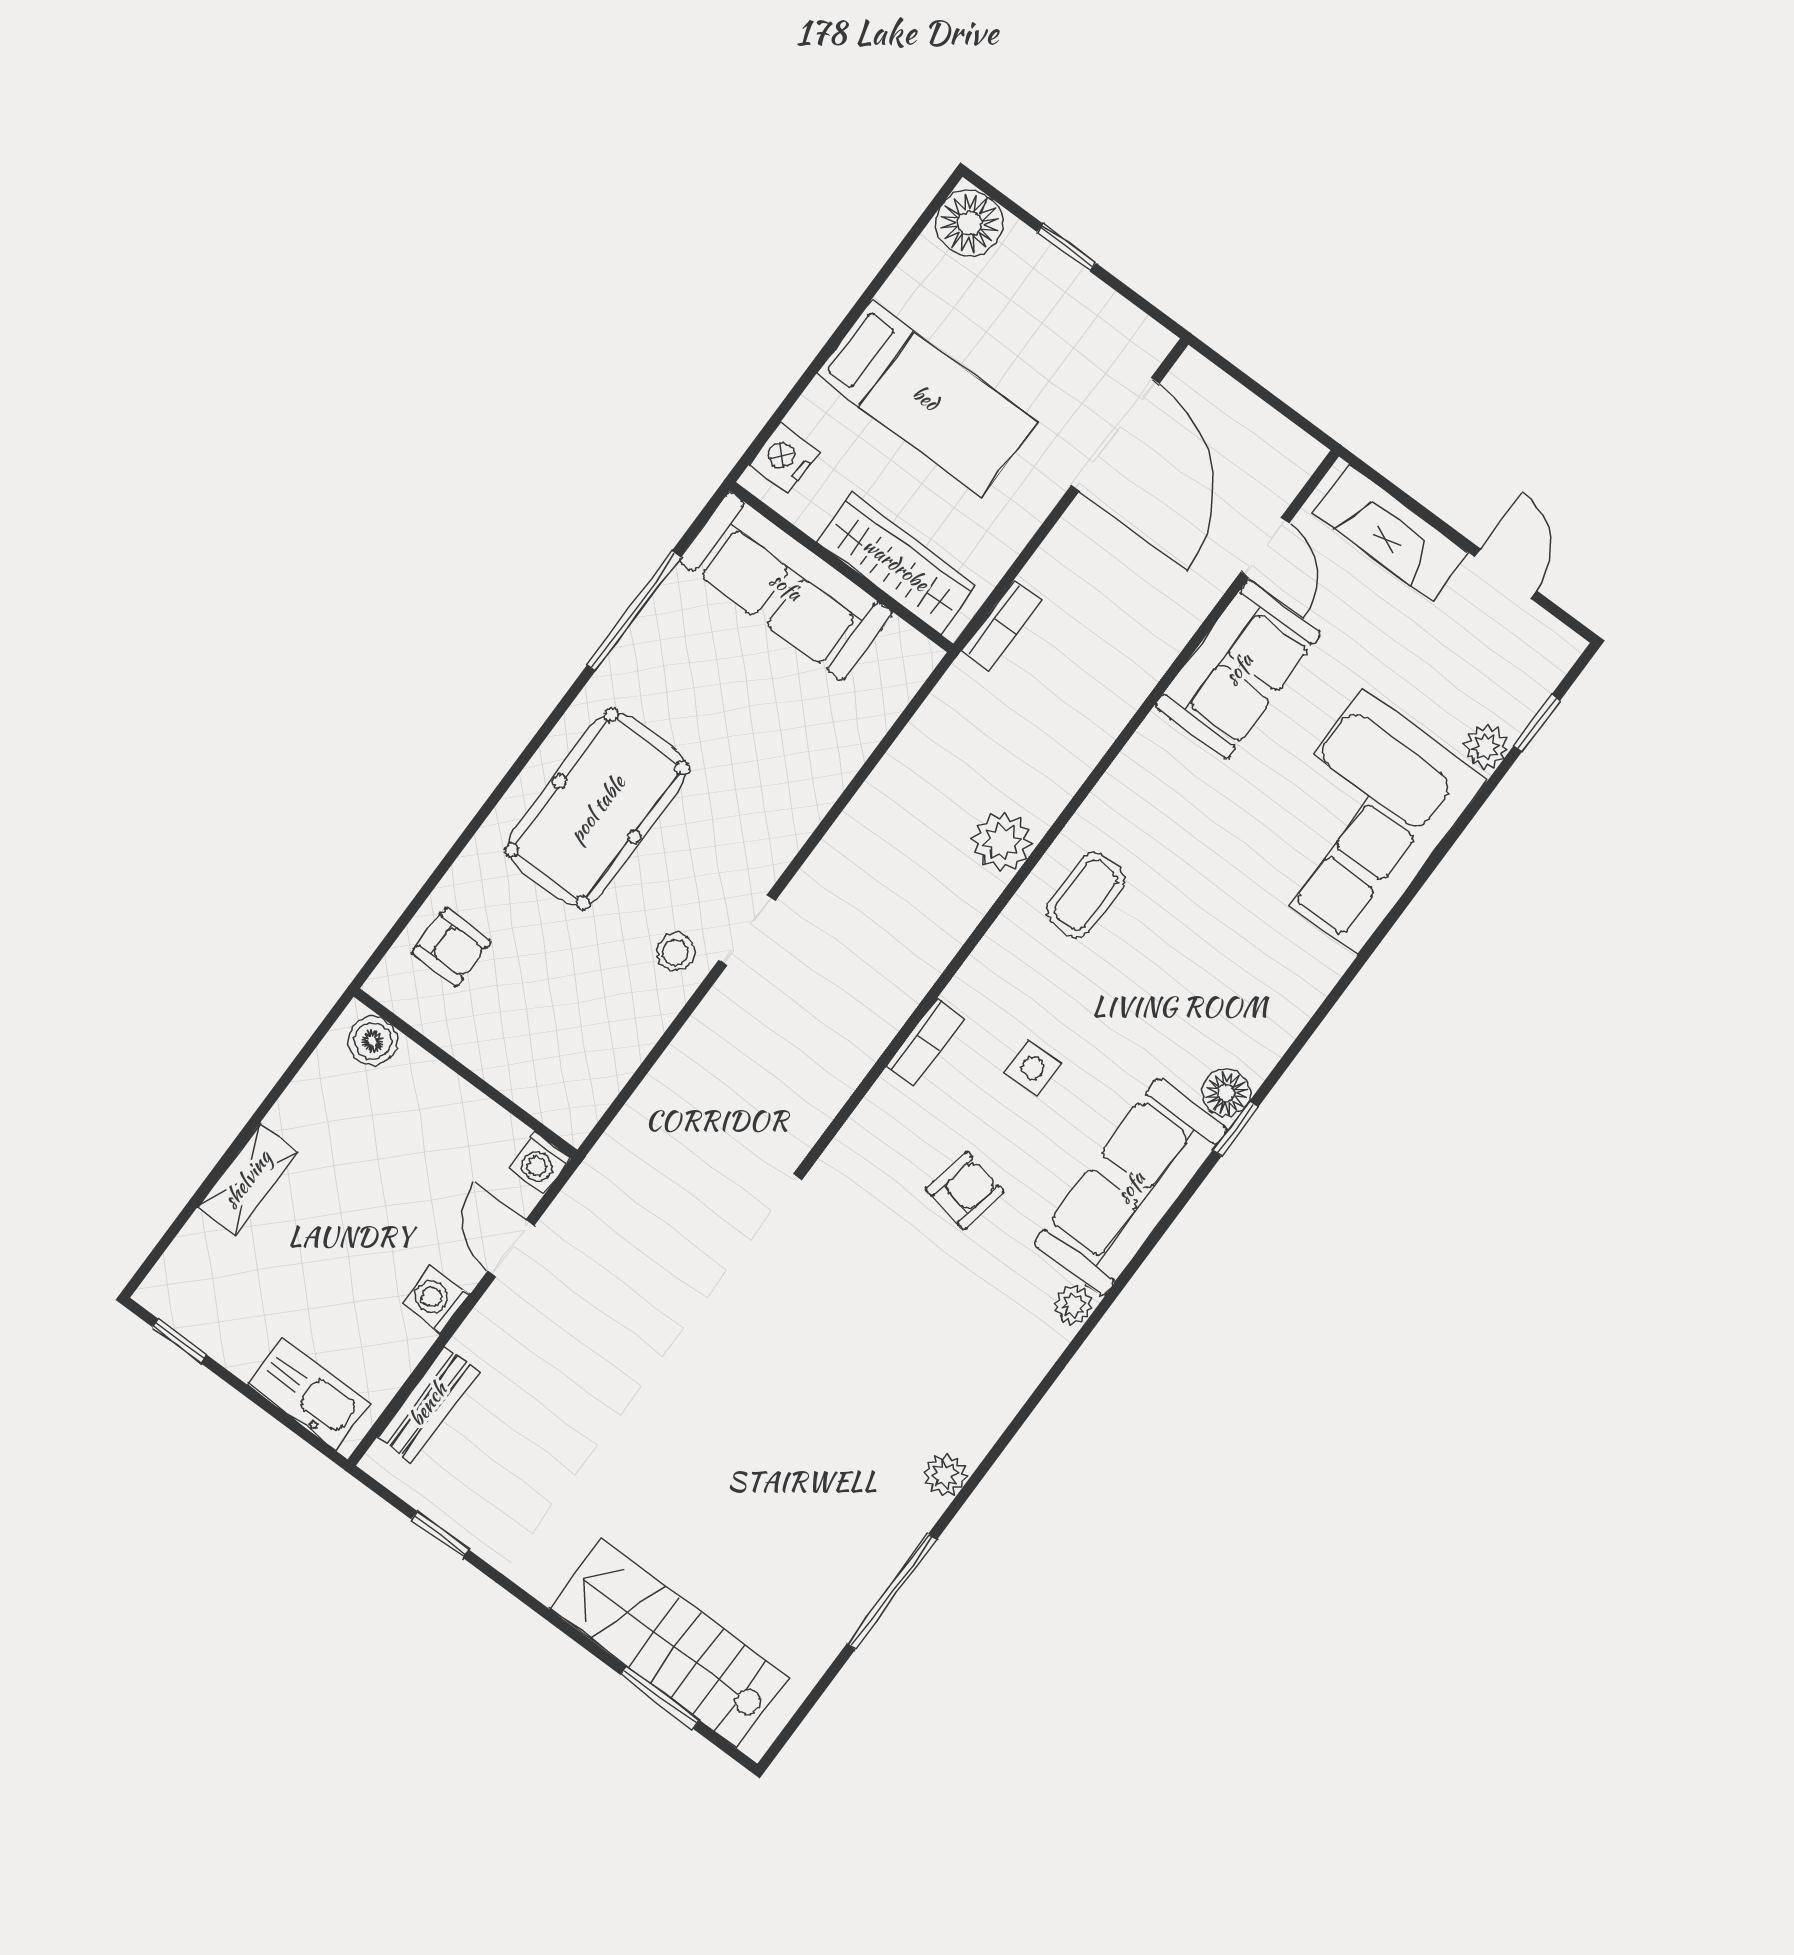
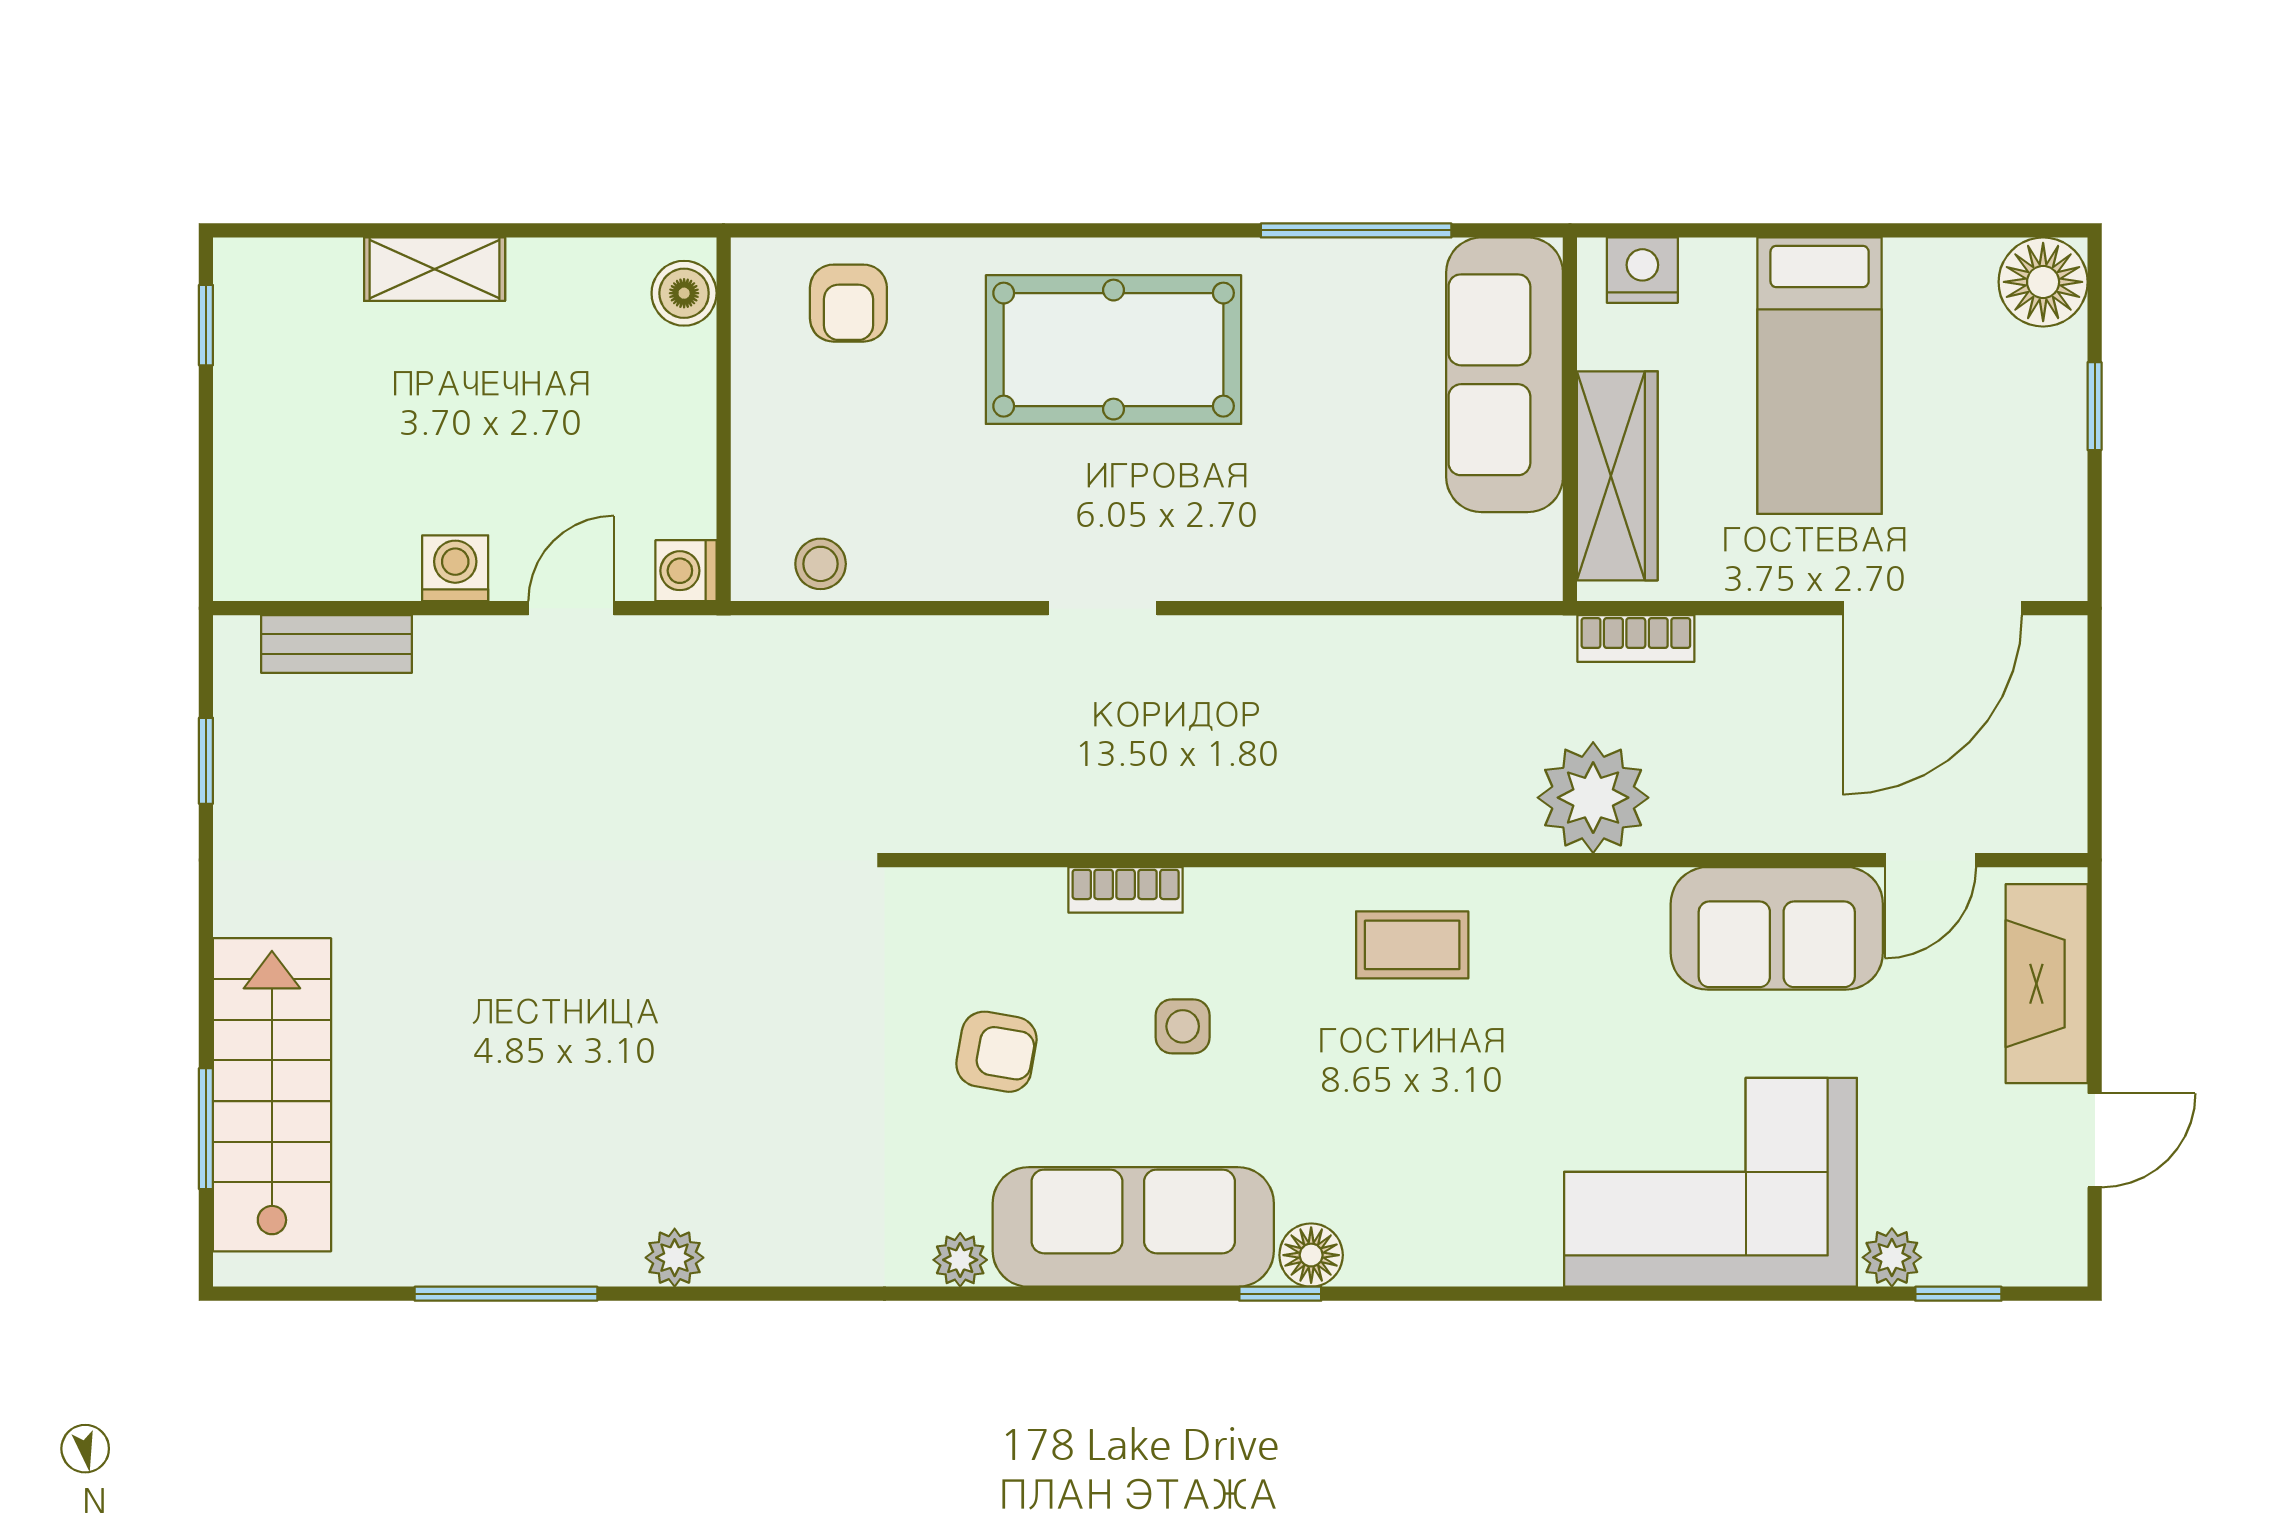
plant: (1002, 842) -> (1593, 798), moved, width x1.36, depth x1.36
stool: (675, 952) -> (821, 564), moved
kitchen sink: (309, 1394) -> (252, 507), removed

